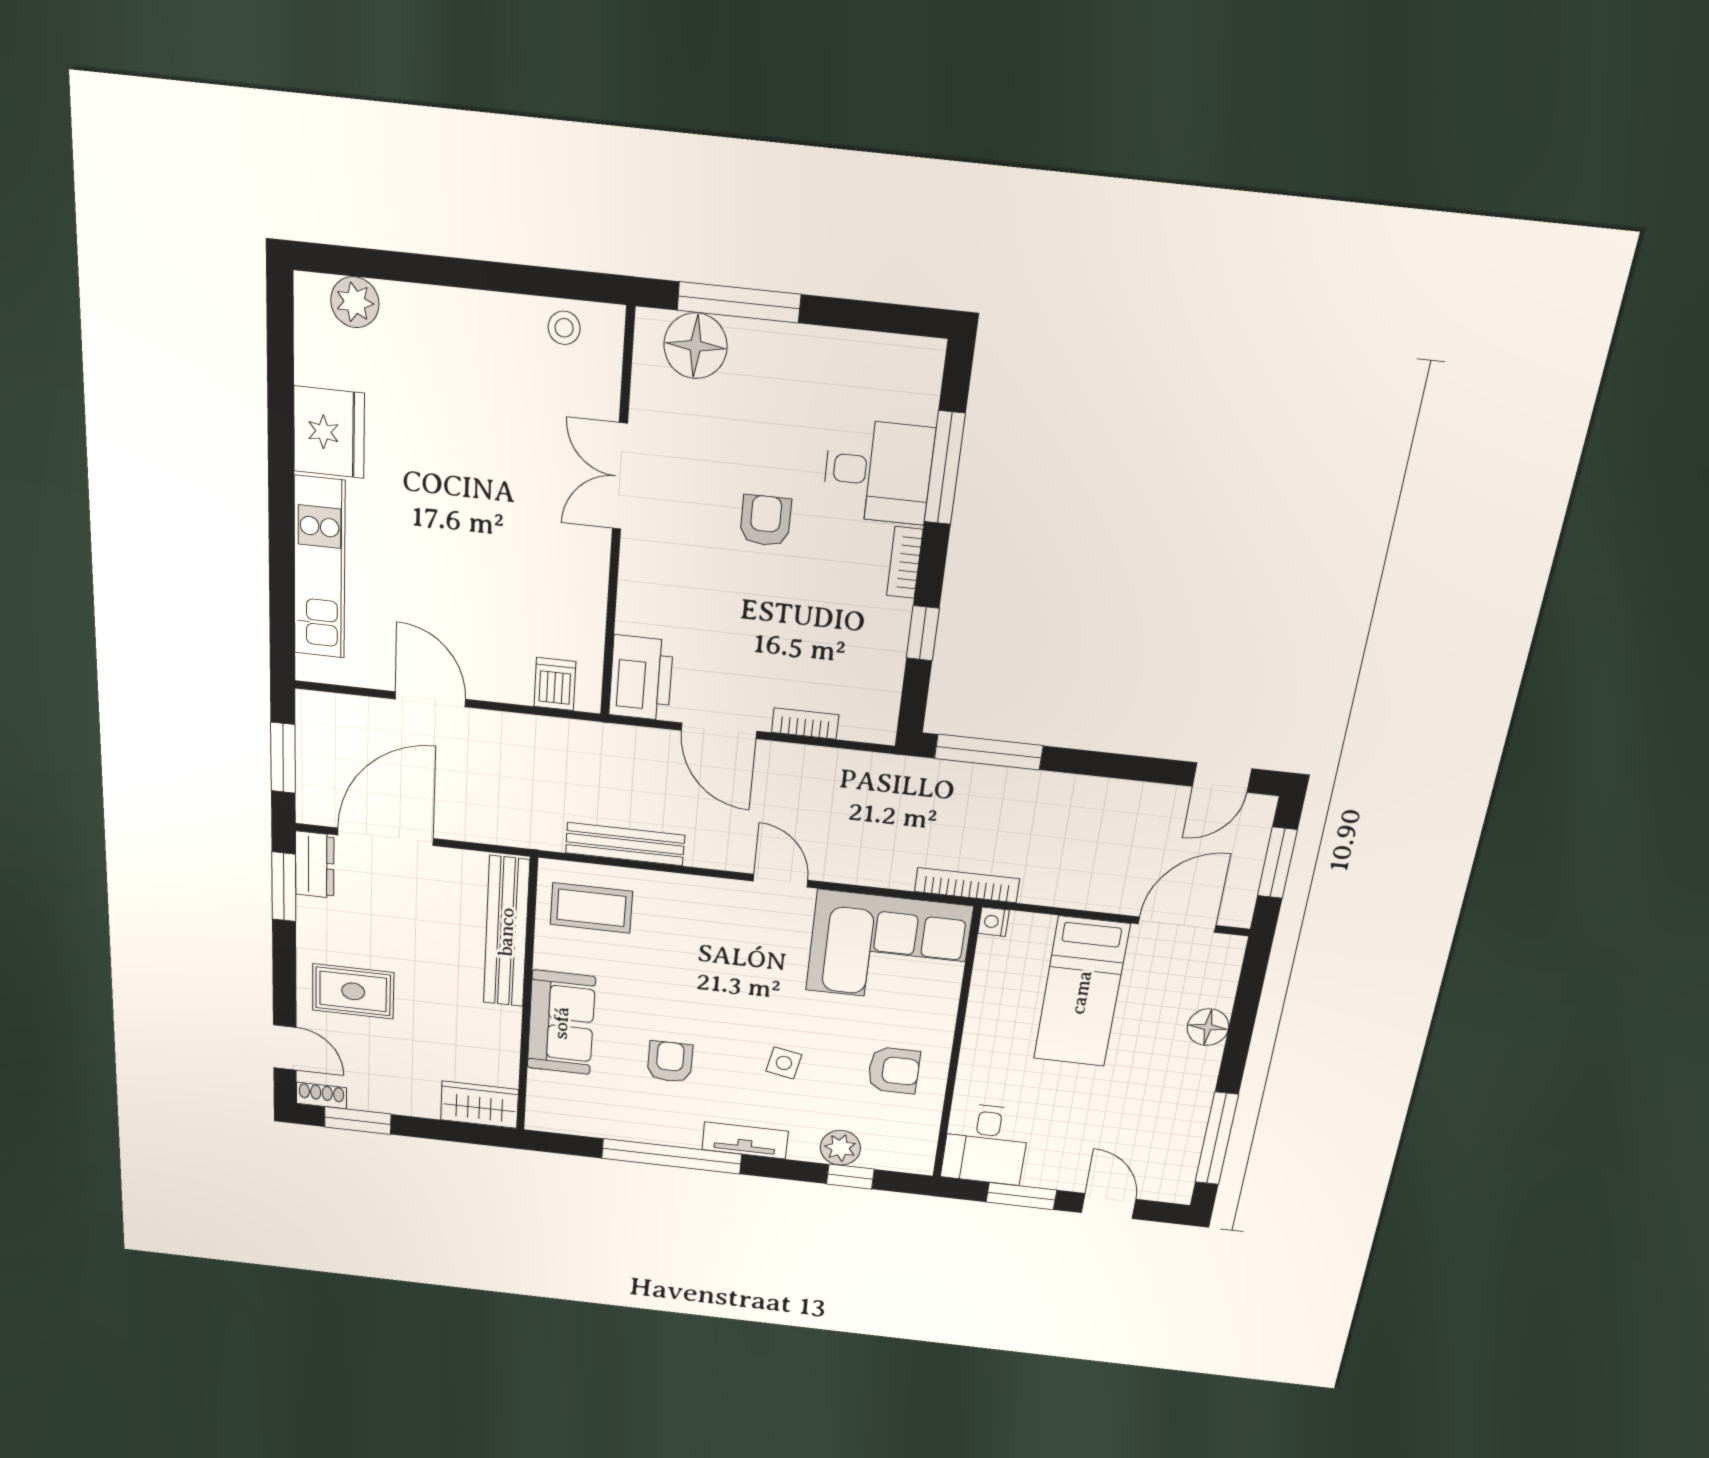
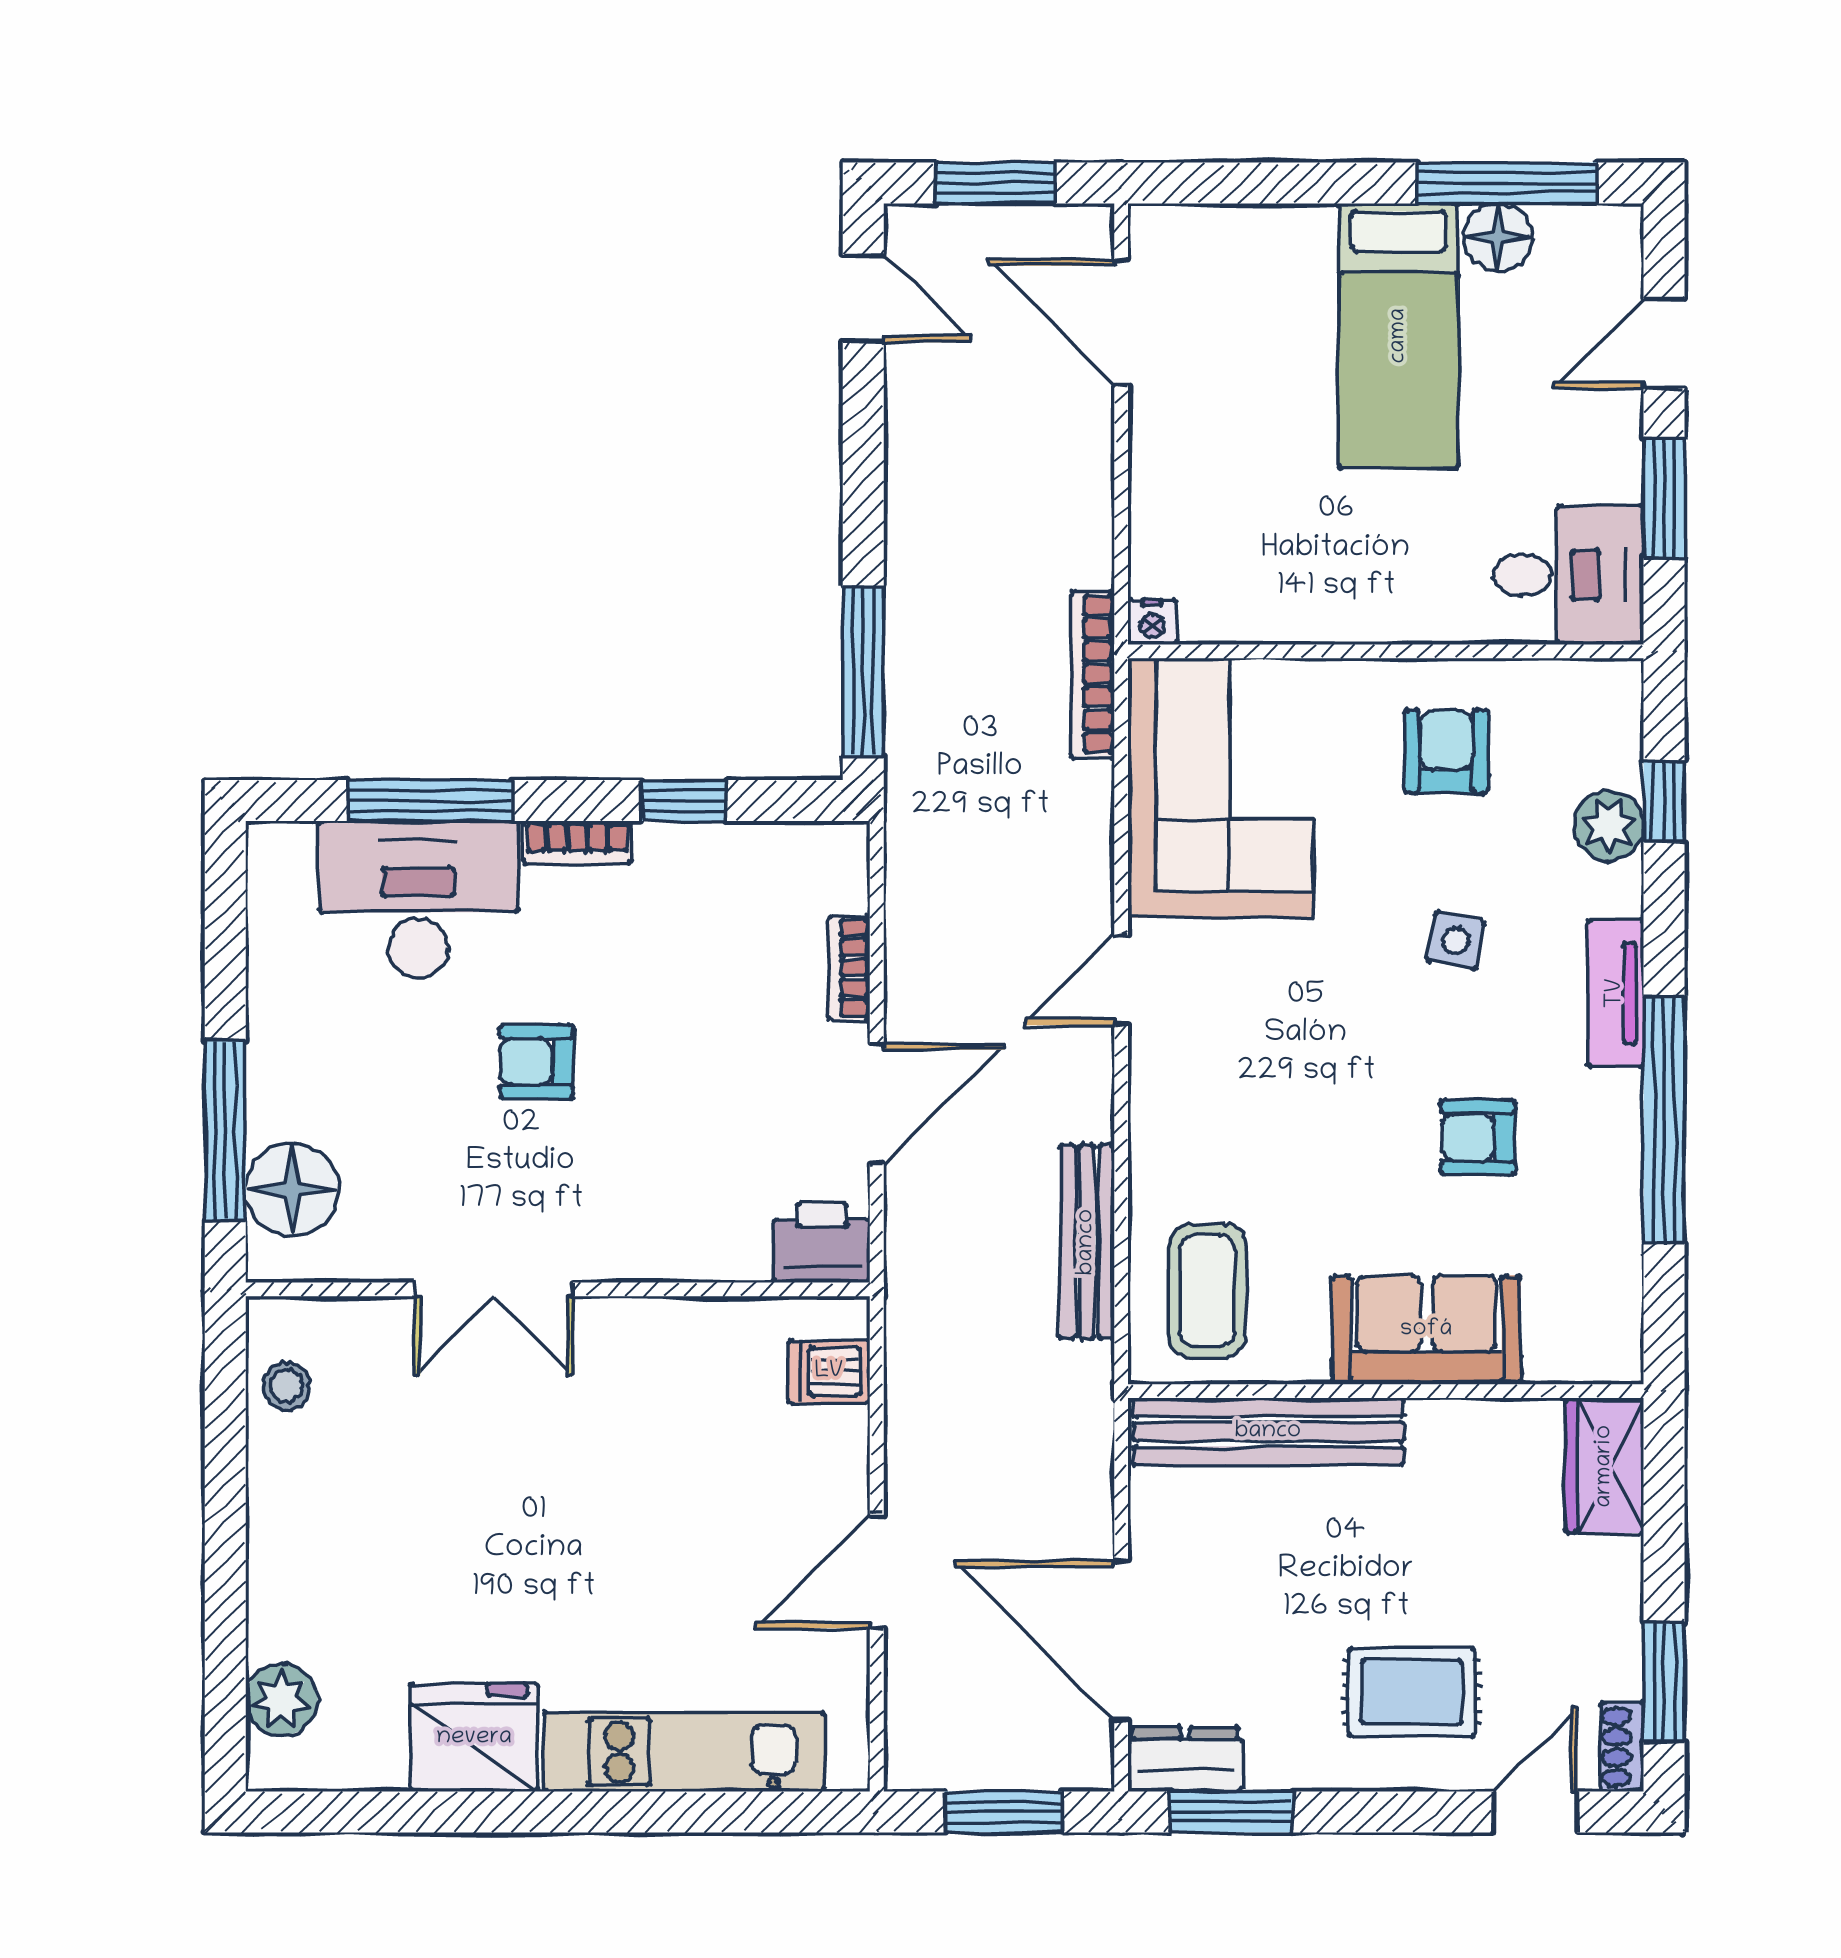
desk: (878, 472) -> (418, 900), width x1.37
printer: (641, 678) -> (822, 1243), width x0.73, depth x0.84
rug: (353, 991) -> (1412, 1692), turned 90
bed: (1081, 992) -> (1399, 336), moved, turned 90
floor lamp: (1208, 1027) -> (1498, 238), moved

